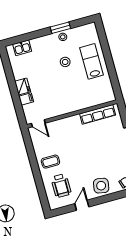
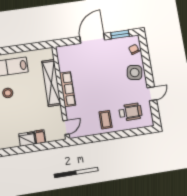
shelving: (80, 103) -> (51, 83), added
row of seats: (98, 114) -> (67, 89), moved
door: (82, 205) -> (152, 94), swing flipped

